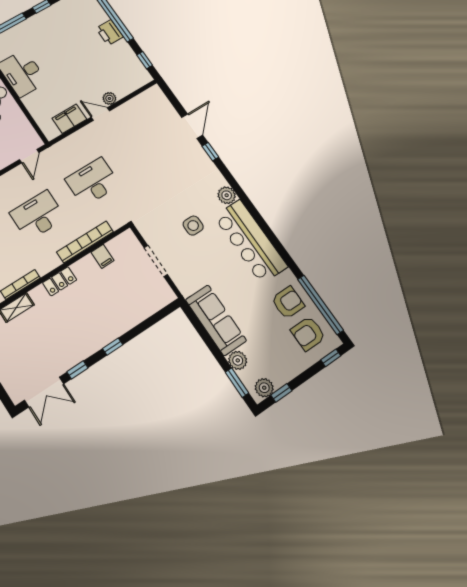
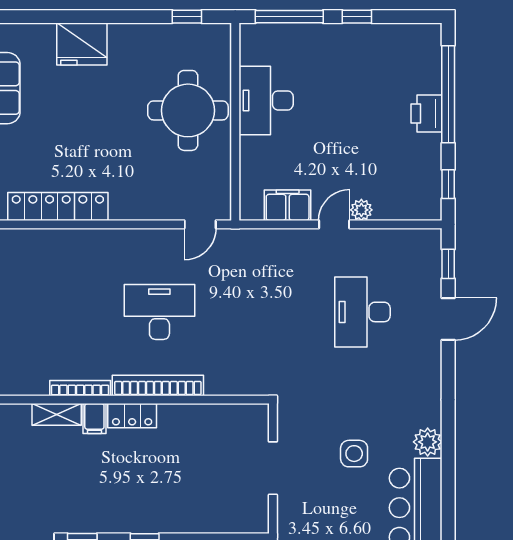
door: (100, 114) -> (334, 224), hinge flipped
window: (210, 152) -> (448, 264), moved
desk: (93, 182) -> (362, 312), moved, turned -90
bookcase: (85, 242) -> (158, 386), moved
filing cabinet: (103, 256) -> (94, 419), moved

